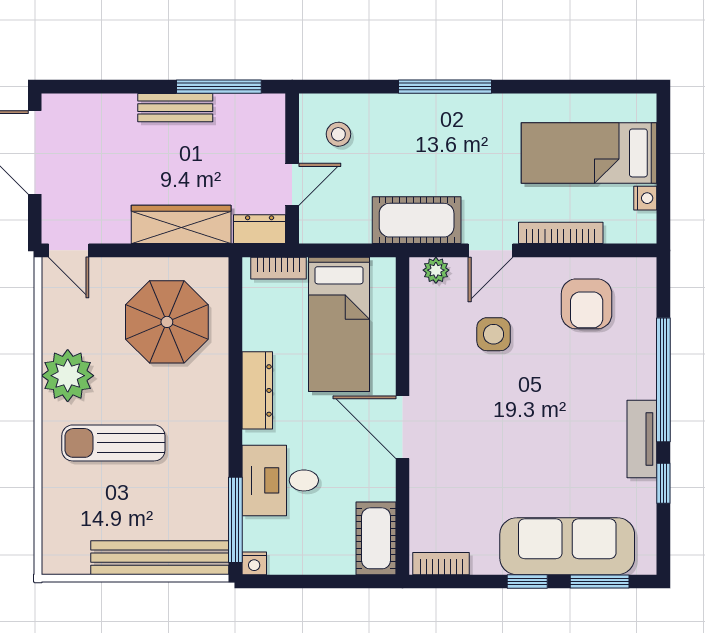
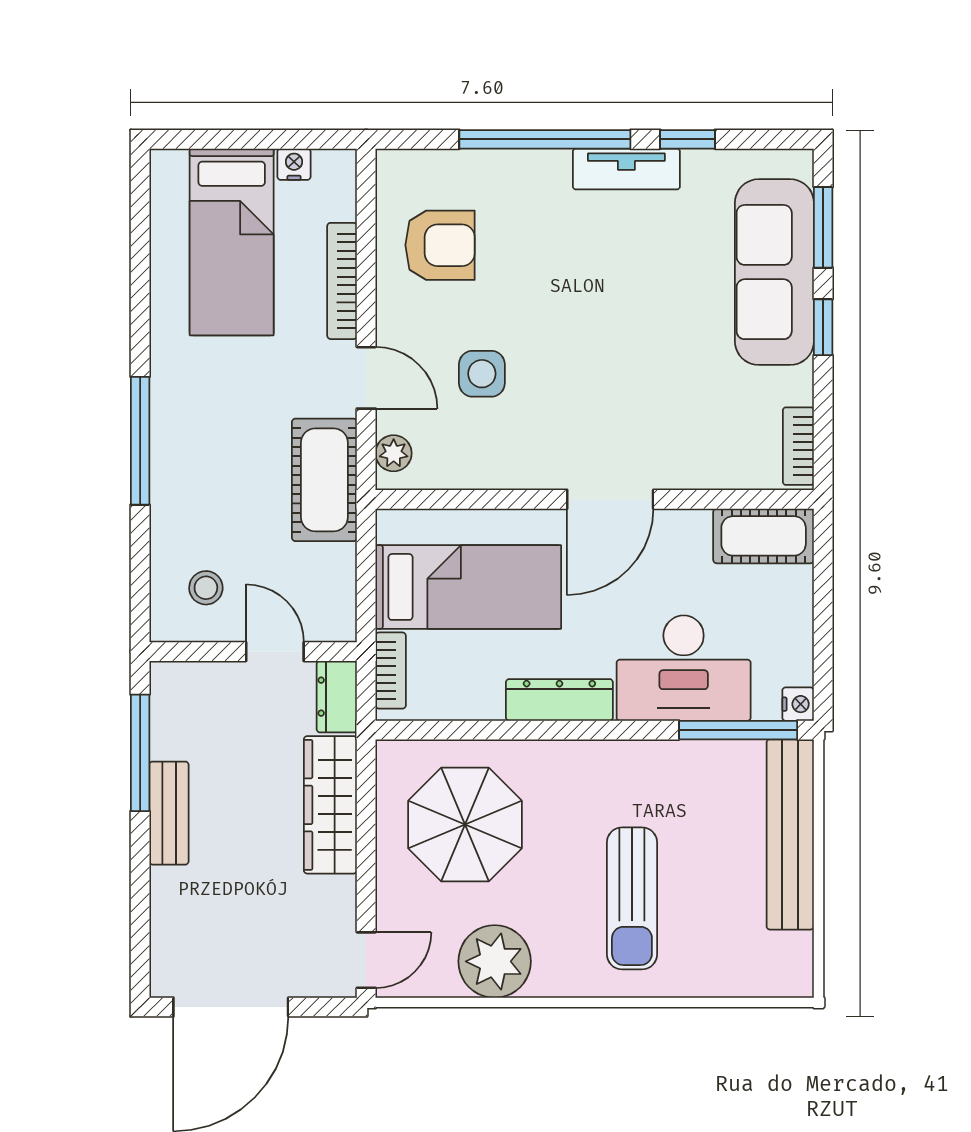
plant: (68, 376) -> (495, 961), moved
desk: (280, 480) -> (684, 668), width x1.37

